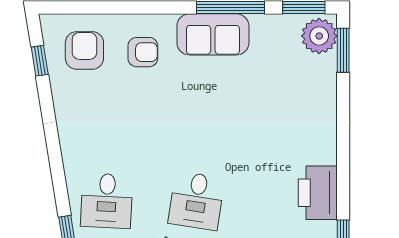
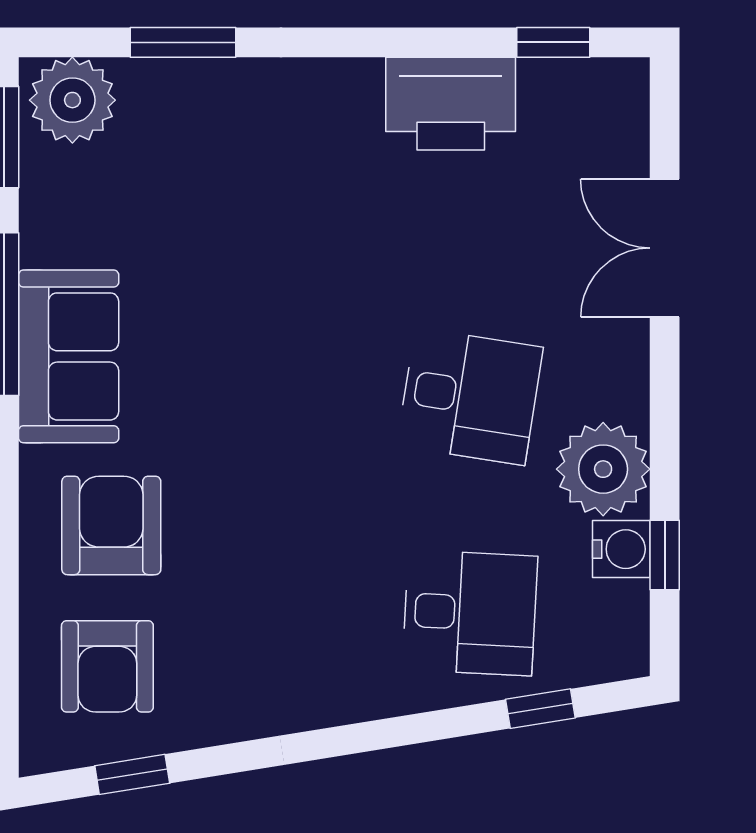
armchair: (84, 50) -> (107, 666), turned -90
window: (343, 50) -> (183, 42), moved
armchair: (143, 52) -> (111, 525), width x1.38, depth x1.38

